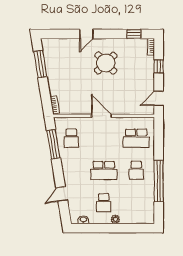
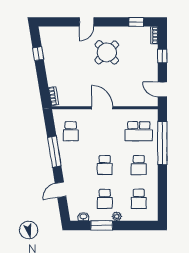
window: (40, 64) -> (38, 54), width x0.46
door: (159, 98) -> (162, 89), hinge flipped
window: (53, 144) -> (54, 152), moved
school desk: (104, 170) -> (105, 165), width x0.54
window: (159, 181) -> (162, 143), moved
school desk: (136, 203) -> (139, 199), added
window: (101, 228) -> (102, 225), added

